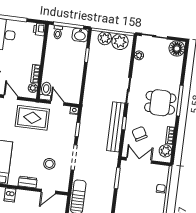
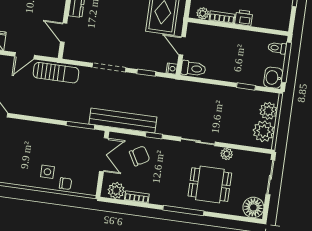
printer: (39, 29) -> (244, 18), moved
plant: (139, 55) -> (227, 154), moved
toilet: (46, 91) -> (193, 69), moved
door: (57, 103) -> (182, 46), swing flipped
dining table: (160, 103) -> (210, 185), moved, turned 90
bench: (116, 127) -> (123, 120), moved
stool: (49, 164) -> (101, 34), removed
side table: (152, 202) -> (47, 172), added

